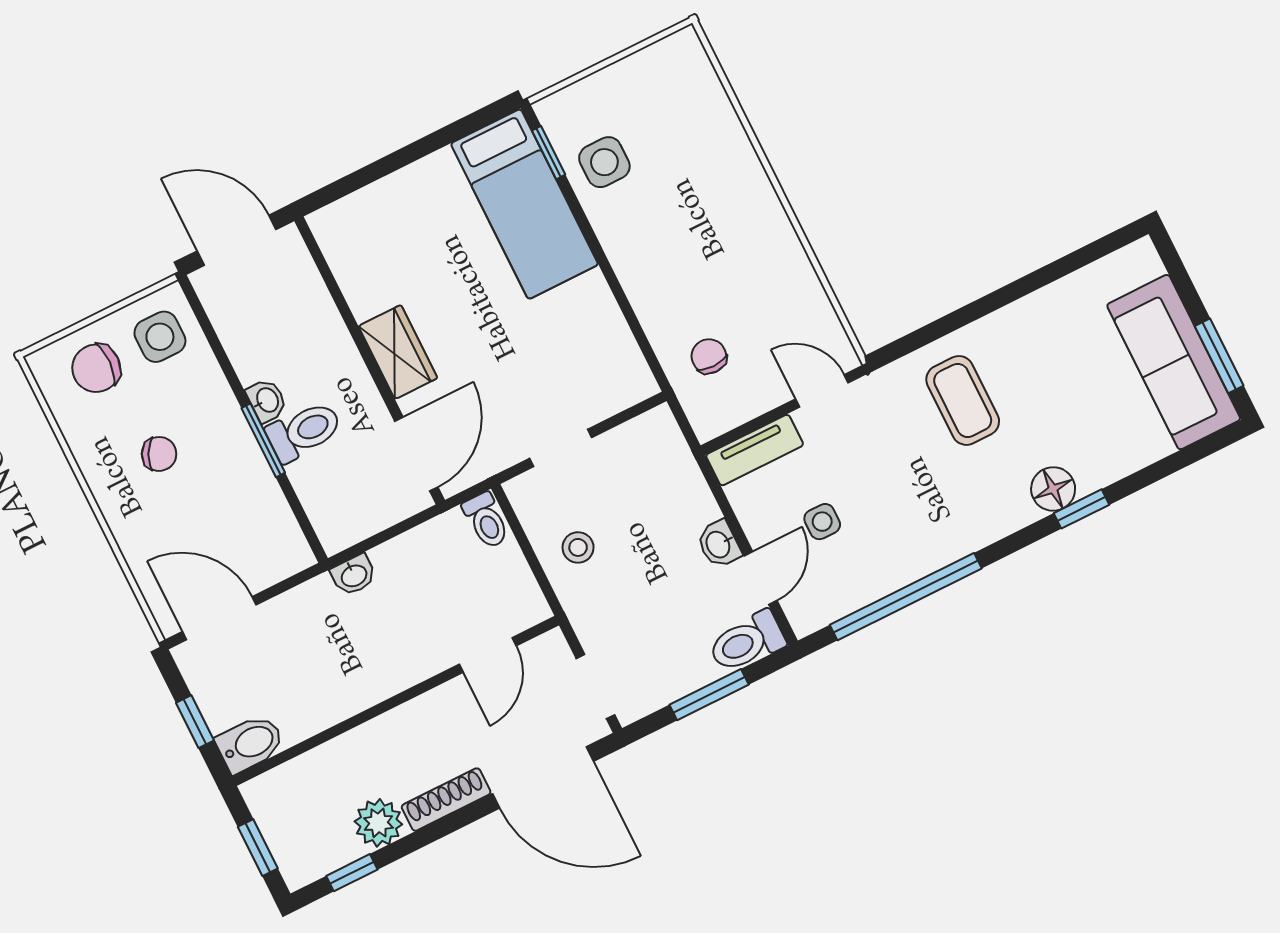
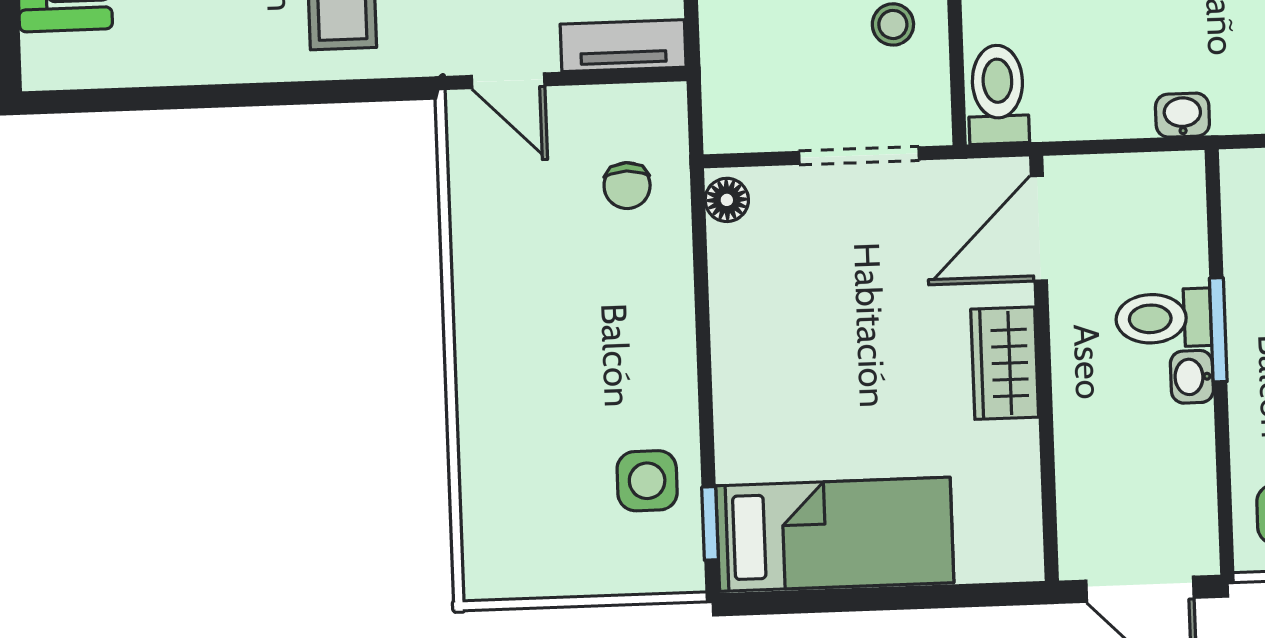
bed: (524, 204) -> (835, 534), moved, turned 90
floor lamp: (637, 377) -> (727, 200), added
doorway: (561, 448) -> (859, 156), width x1.38
toilet: (486, 521) -> (998, 94), width x1.37, depth x1.39

